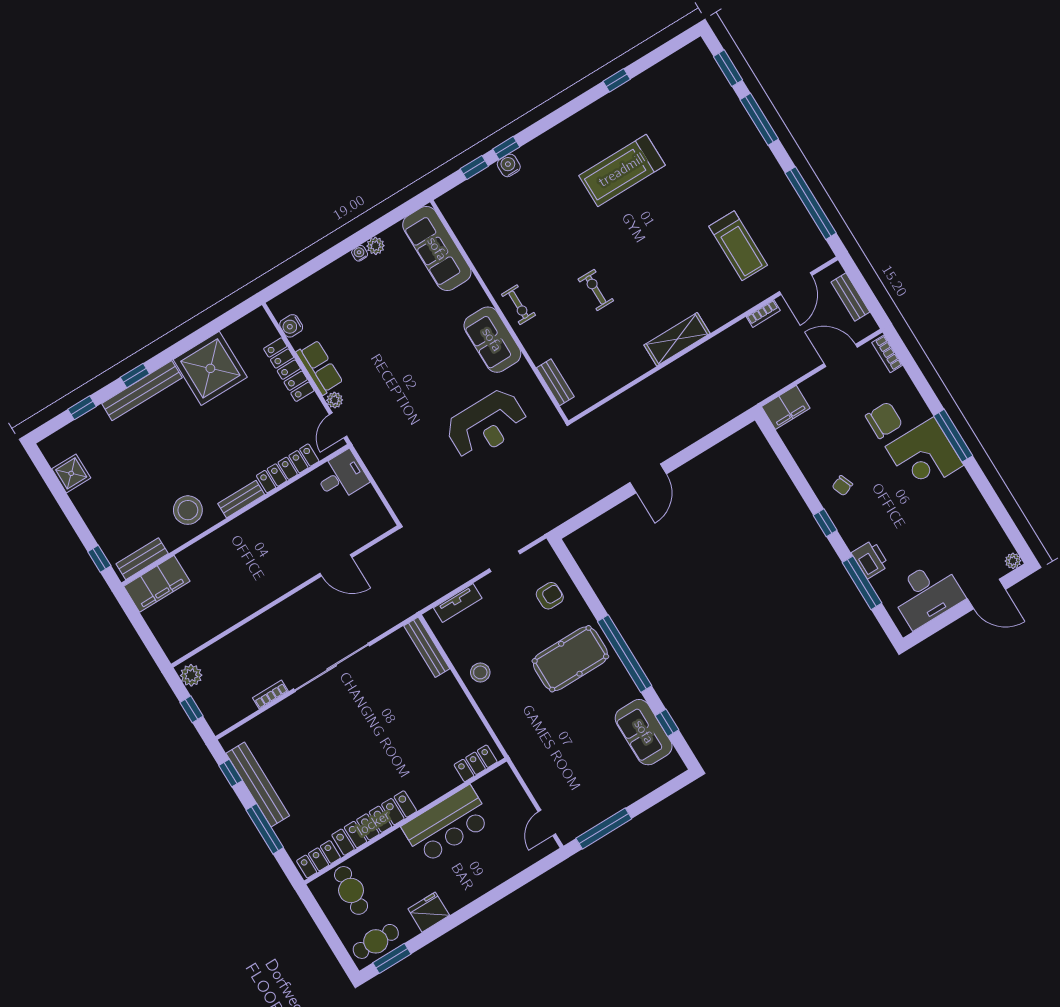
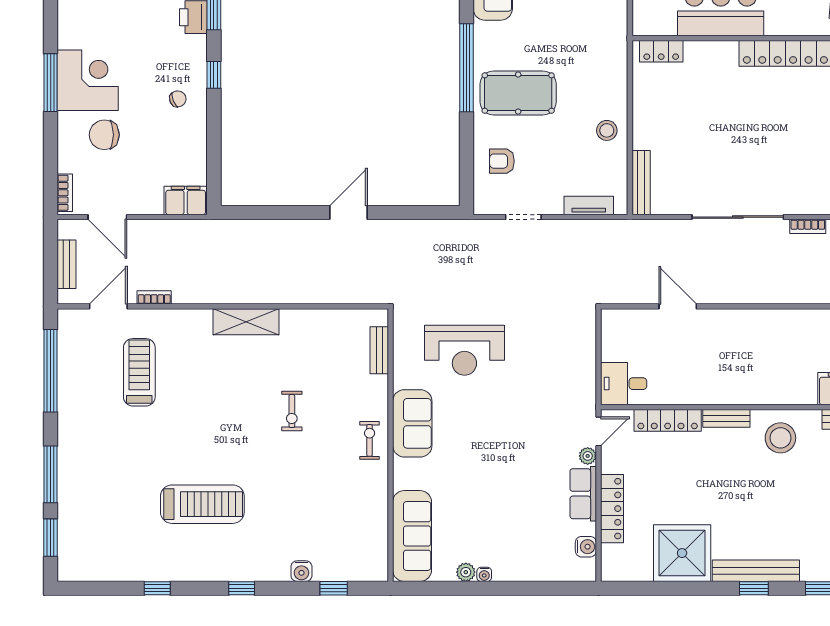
window: (506, 148) -> (242, 588), moved
reception desk: (486, 424) -> (464, 350), turned 180

